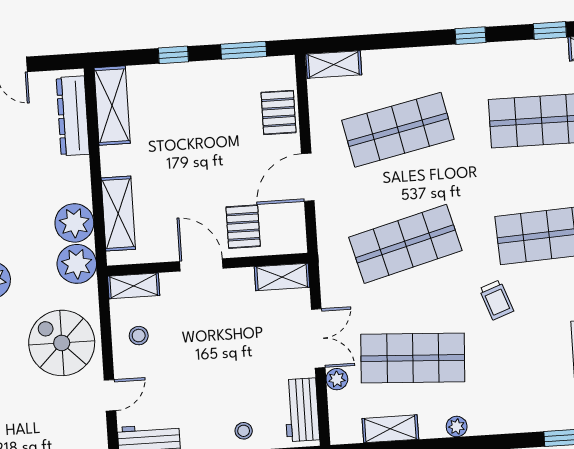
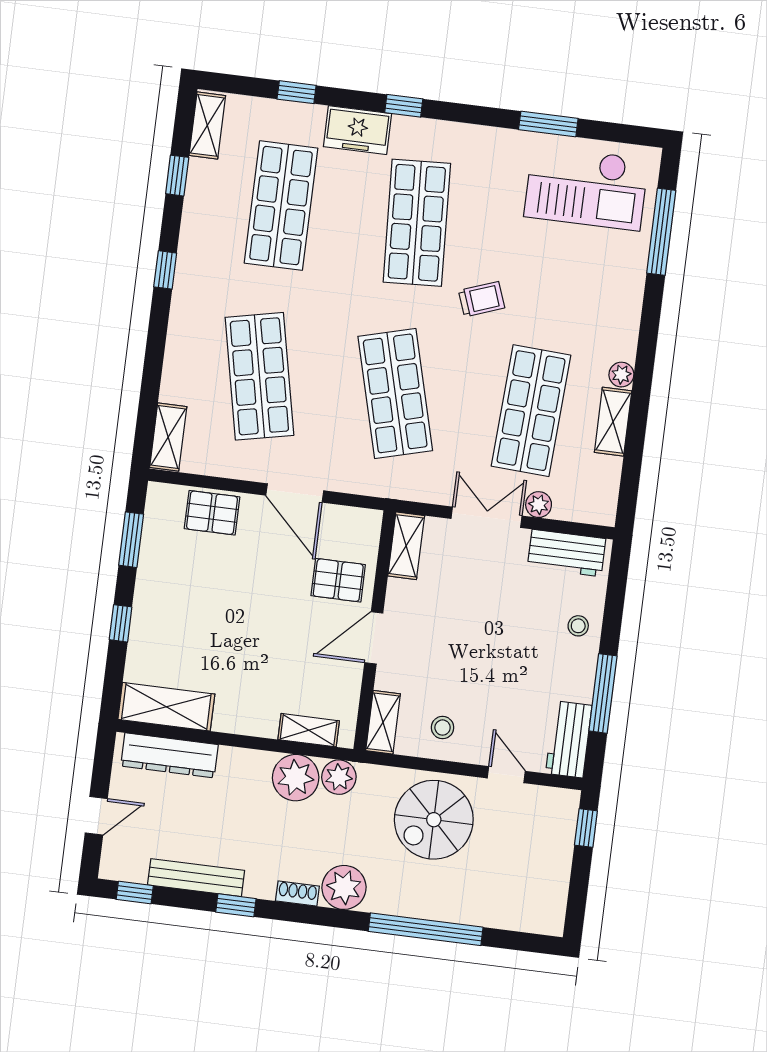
shelving: (118, 214) -> (309, 730), width x0.67, depth x0.75
plant: (77, 264) -> (339, 777), width x0.73, depth x0.73
shelving: (390, 429) -> (613, 422), moved

